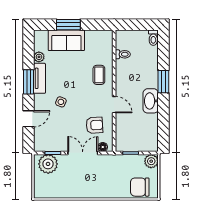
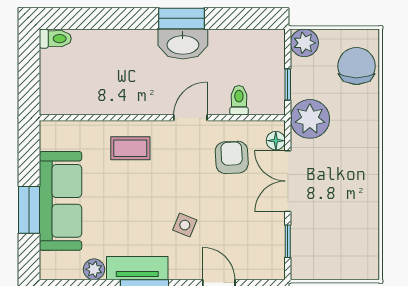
sofa: (66, 40) -> (61, 201), width x1.36
toilet: (123, 54) -> (239, 100), moved
window: (163, 82) -> (181, 18), moved
plant: (48, 164) -> (310, 119), moved
chair: (140, 187) -> (357, 66), turned 180

